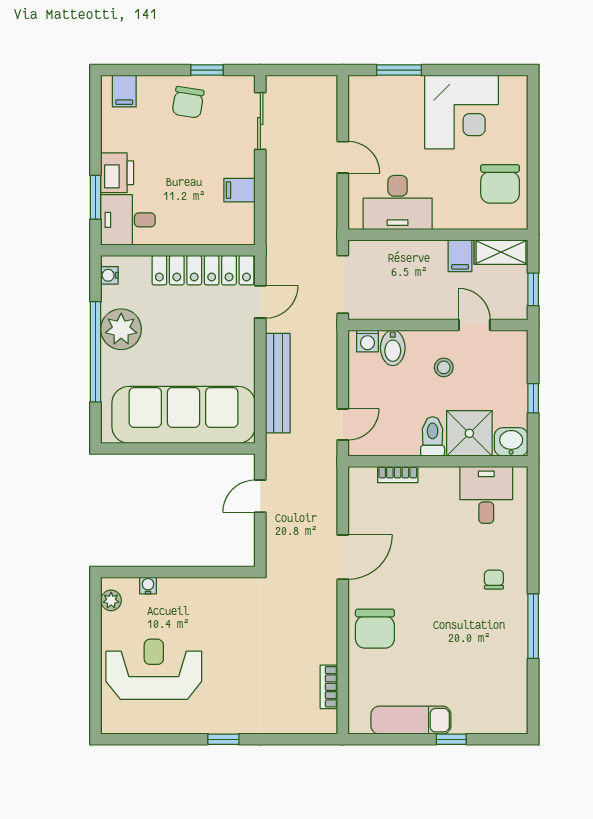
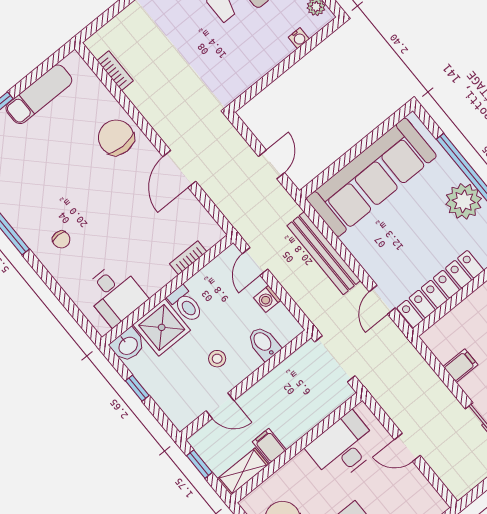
washing machine: (368, 341) -> (267, 299), moved, turned -90

